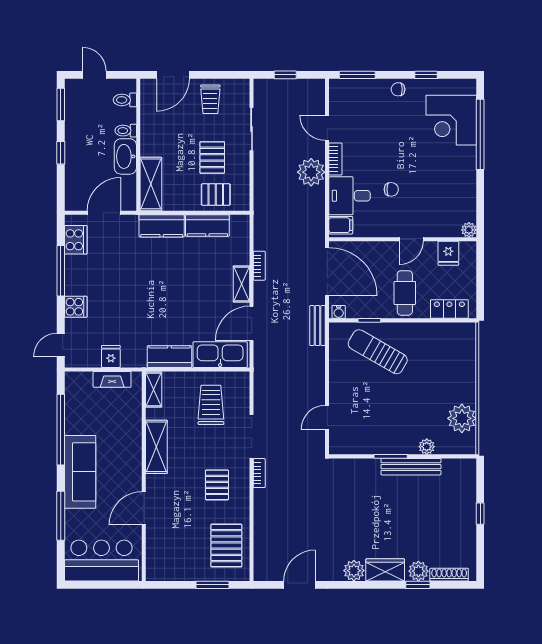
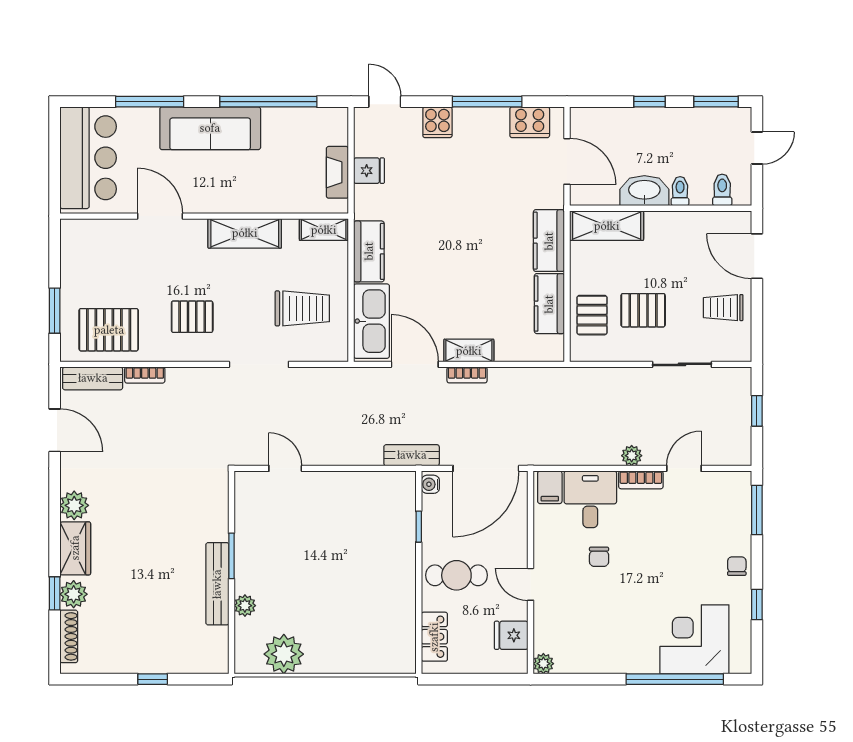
plant: (311, 172) -> (632, 456), width x0.53, depth x0.53
bookcase: (259, 266) -> (467, 375), moved
sun lounger: (378, 352) -> (376, 538), removed
bookcase: (259, 473) -> (145, 375), moved
bench: (262, 557) -> (93, 378), added

